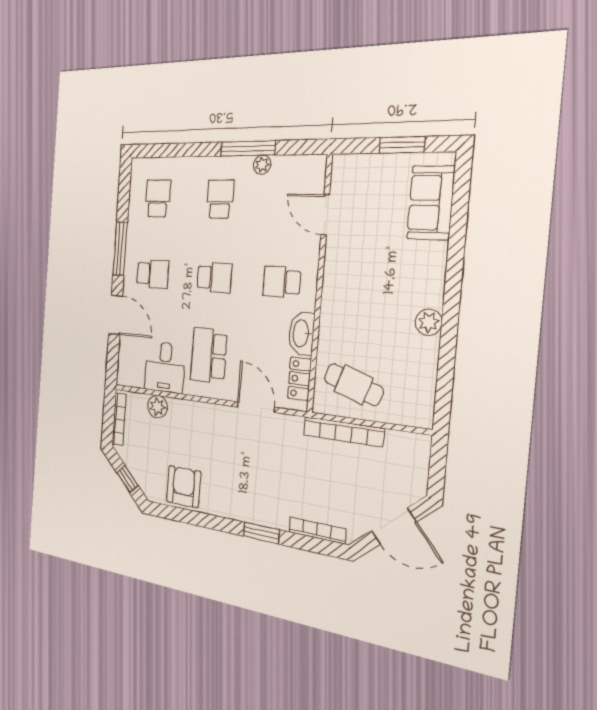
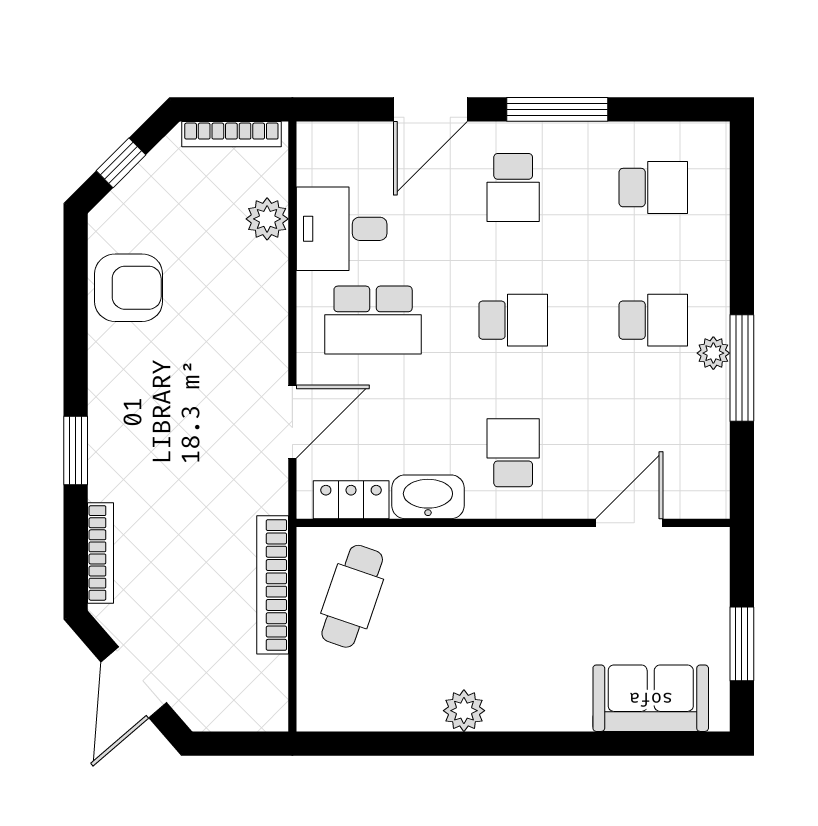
plant: (262, 165) -> (713, 353), moved
school desk: (214, 278) -> (513, 320), turned -90
school desk: (209, 355) -> (373, 320), turned 180

